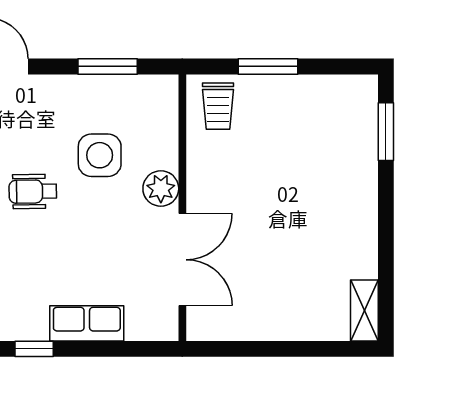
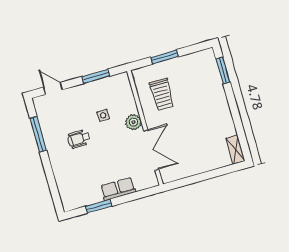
trolley: (218, 106) -> (162, 94), moved, width x1.36, depth x1.39
side table: (100, 155) -> (103, 115), width x0.54, depth x0.54
window: (34, 349) -> (99, 206), width x1.50

